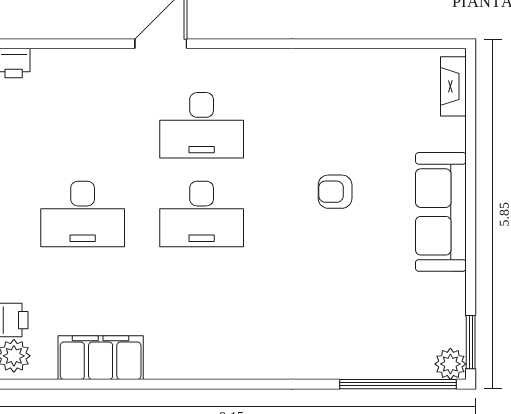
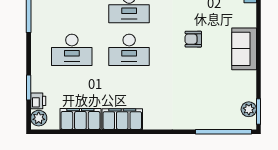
sofa: (441, 212) -> (244, 49), width x0.73
filing cabinet: (187, 358) -> (122, 119), added
plant: (450, 364) -> (249, 109), moved

